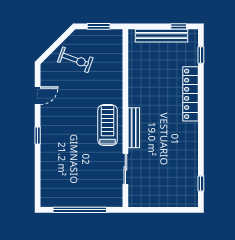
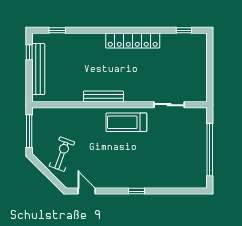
window: (99, 26) -> (29, 131), width x1.44
locker: (191, 94) -> (133, 41), moved
door: (38, 96) -> (87, 191), moved
bench: (134, 128) -> (103, 96), moved

